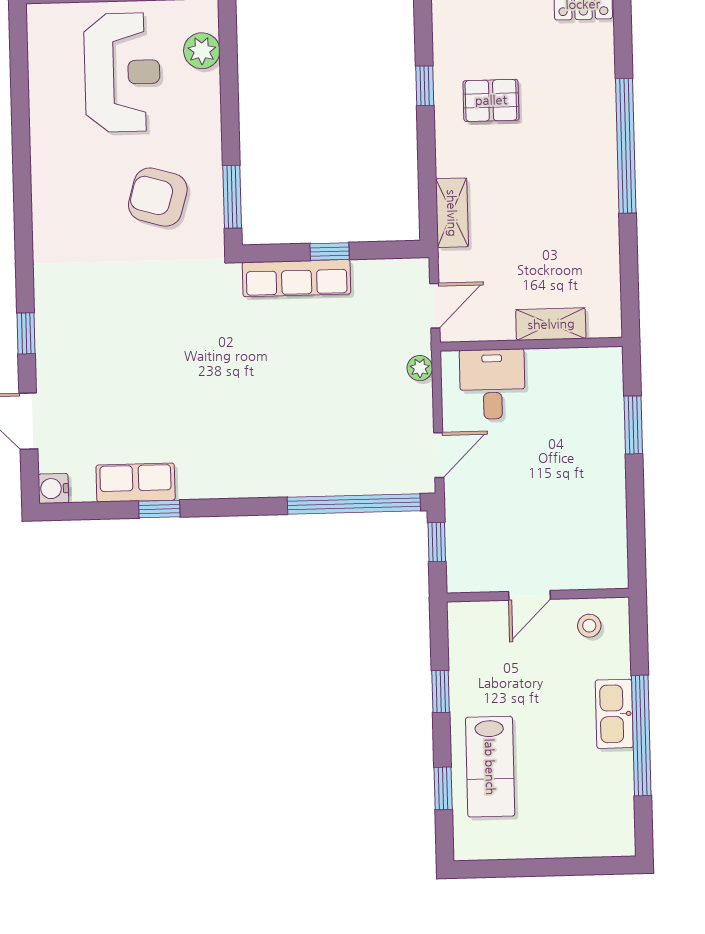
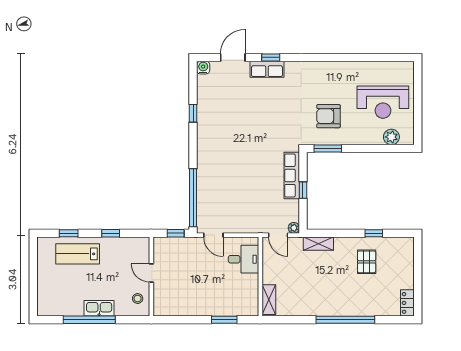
armchair: (158, 197) -> (328, 116), turned -106
shelving: (551, 324) -> (269, 300), moved
plant: (420, 368) -> (294, 228), moved
row of seats: (136, 483) -> (267, 69), moved, turned 90

